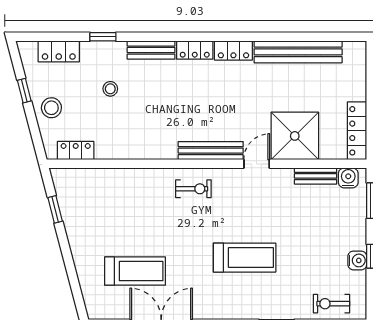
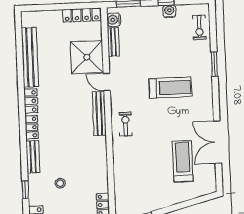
treadmill: (245, 258) -> (171, 88), turned 90

